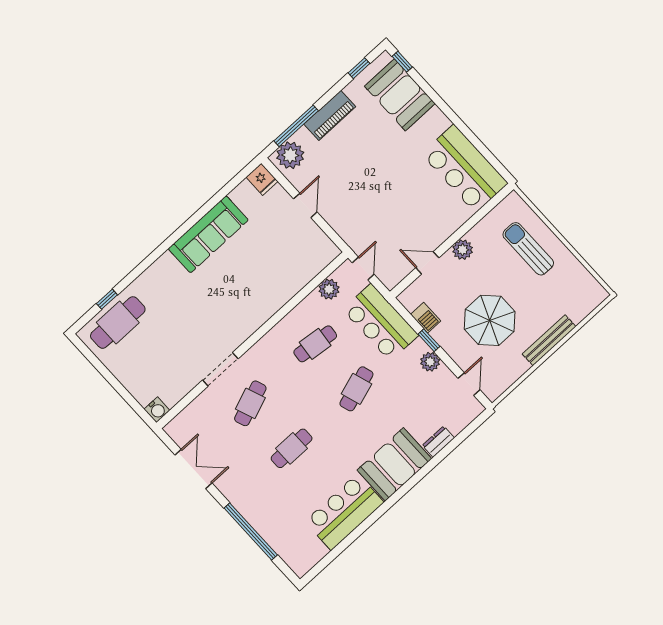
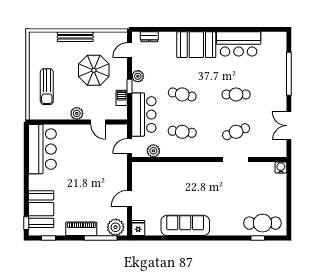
cafe table: (356, 389) -> (182, 94), turned 30
dresser: (438, 442) -> (149, 37), moved

